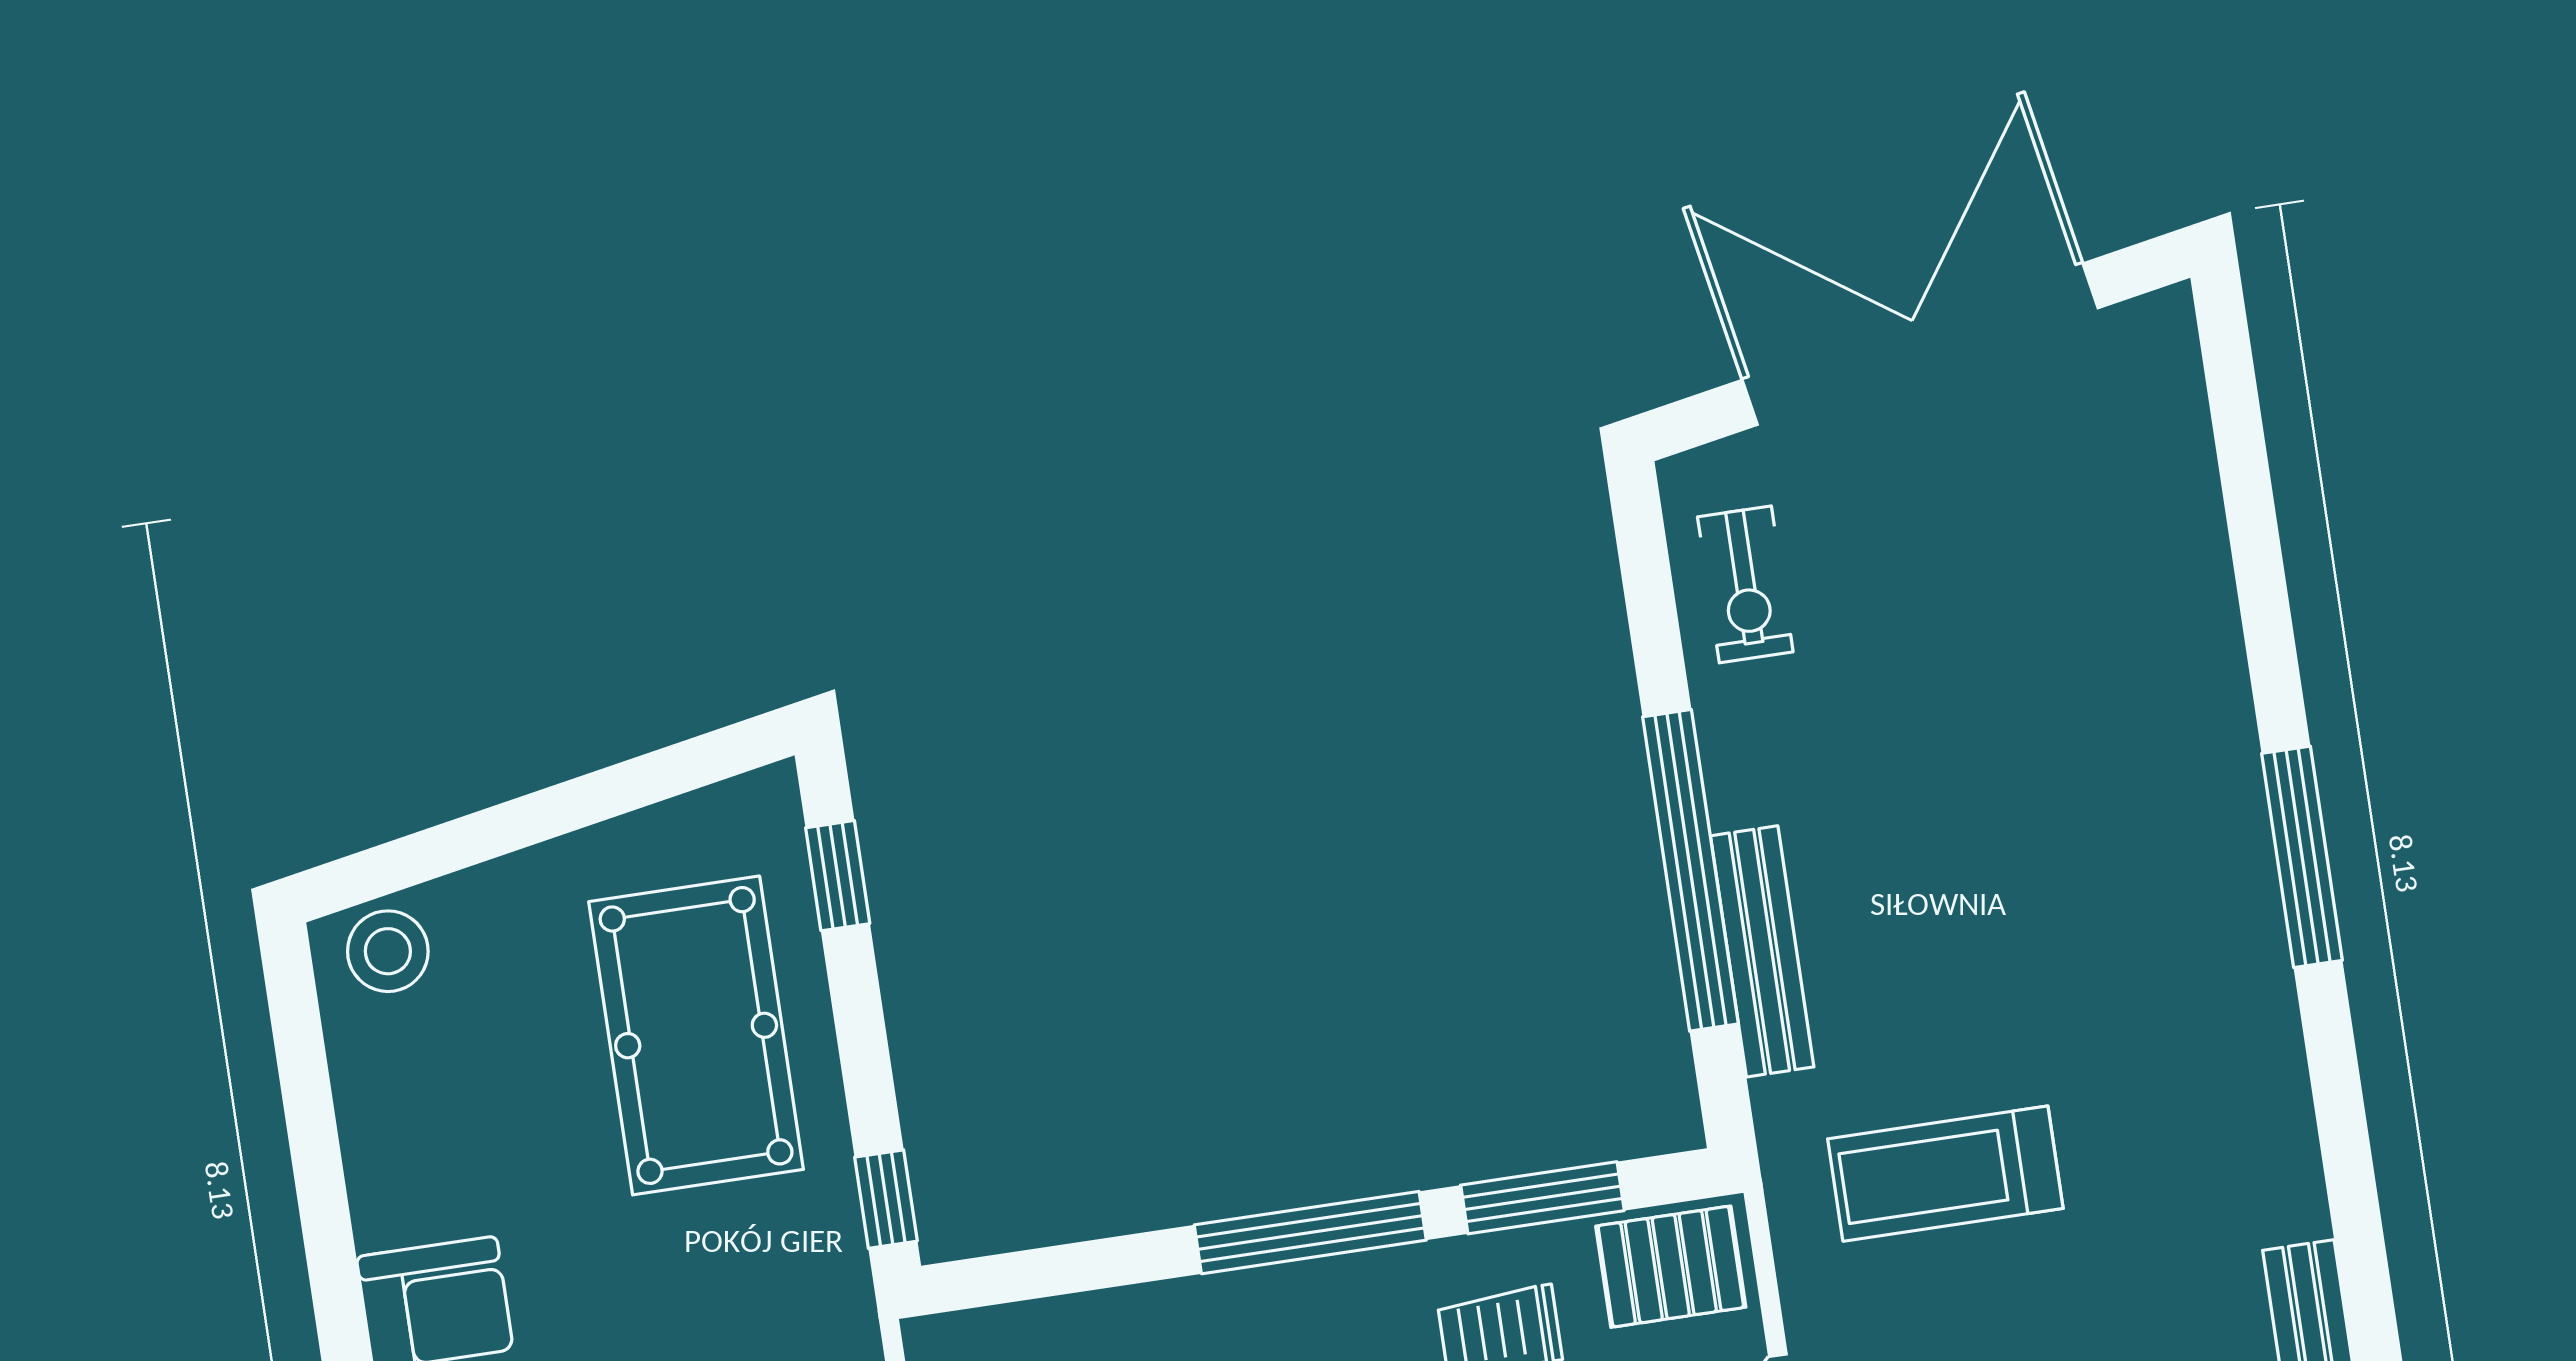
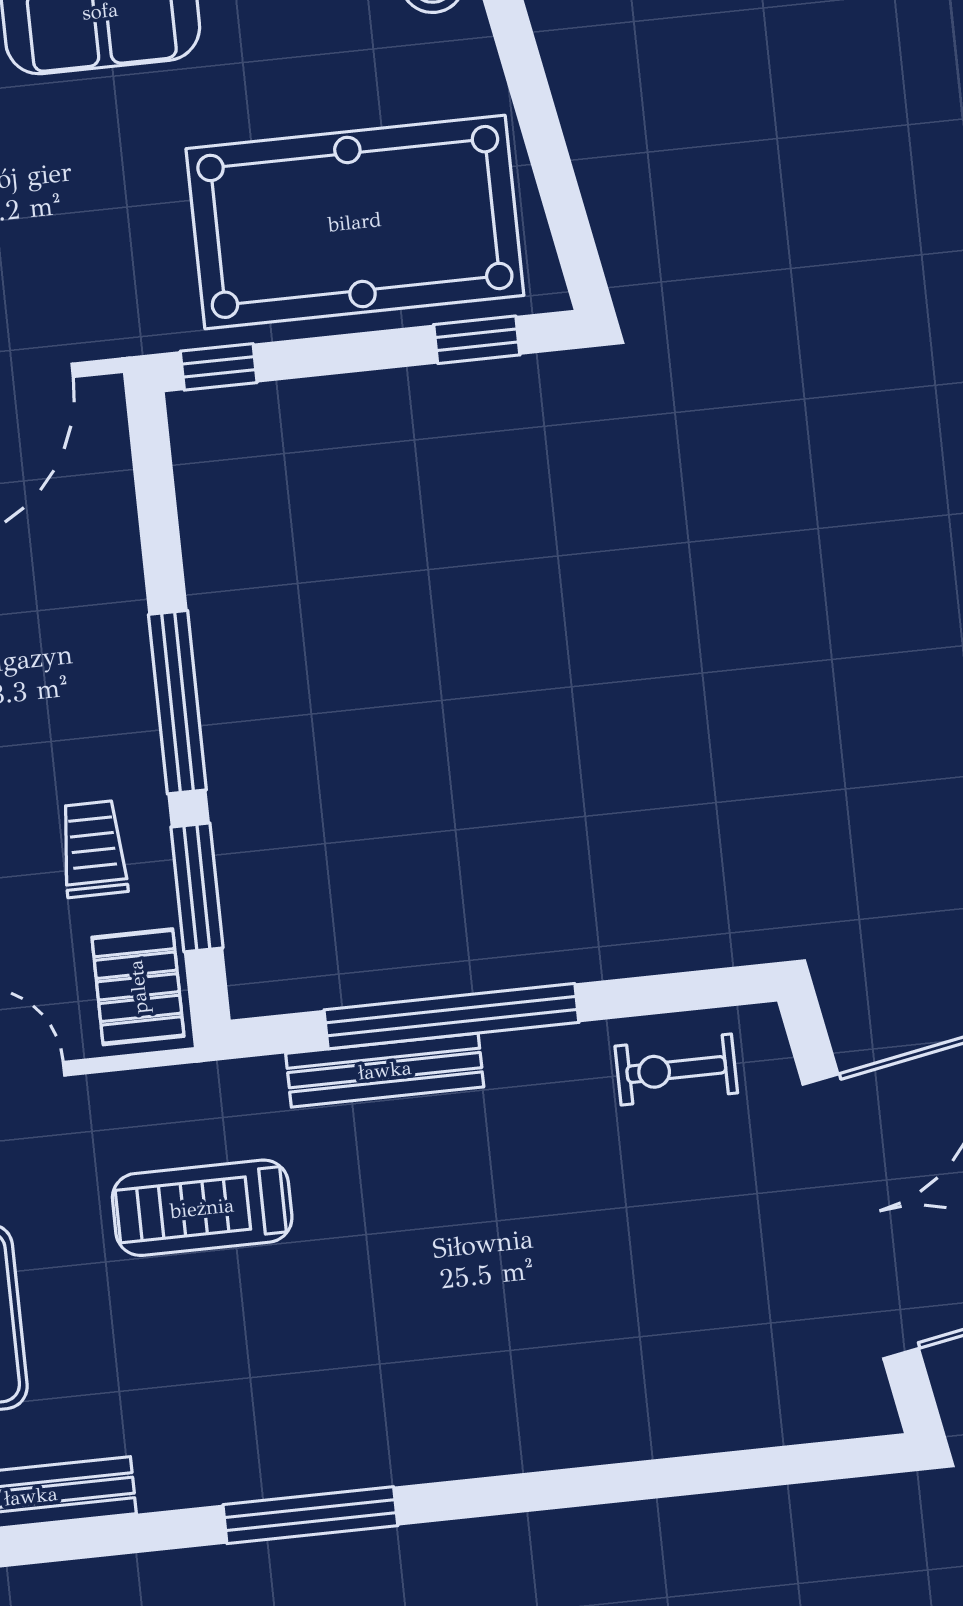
window: (2302, 857) -> (310, 1515), moved
pool table: (696, 1035) -> (355, 222), width x1.36, depth x1.32
treadmill: (1945, 1174) -> (202, 1208), turned -90

